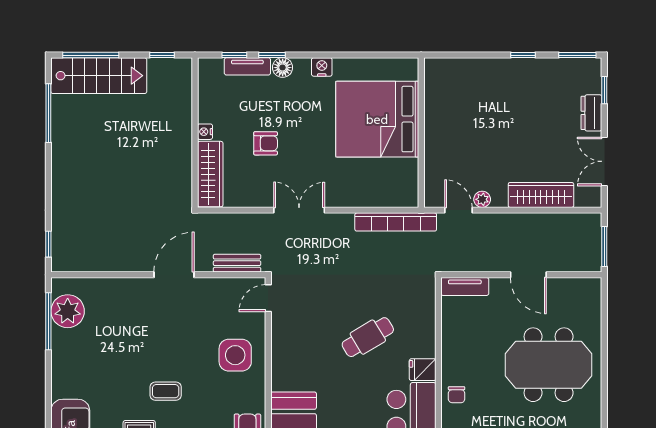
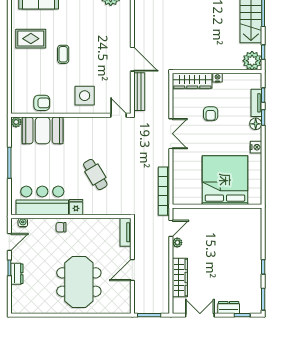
plant: (176, 74) -> (252, 61), added
bench: (237, 263) -> (139, 92), width x1.36

